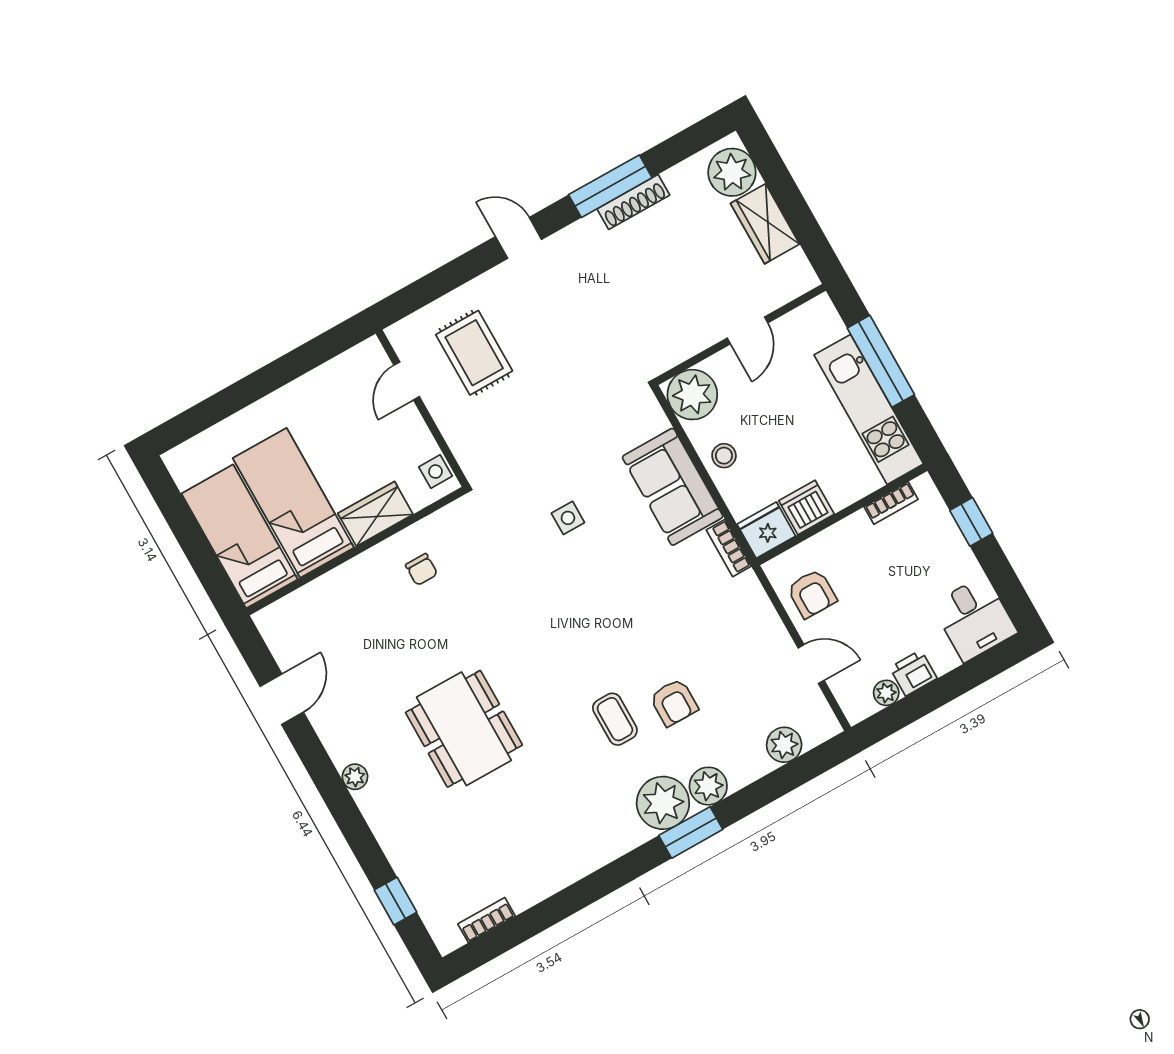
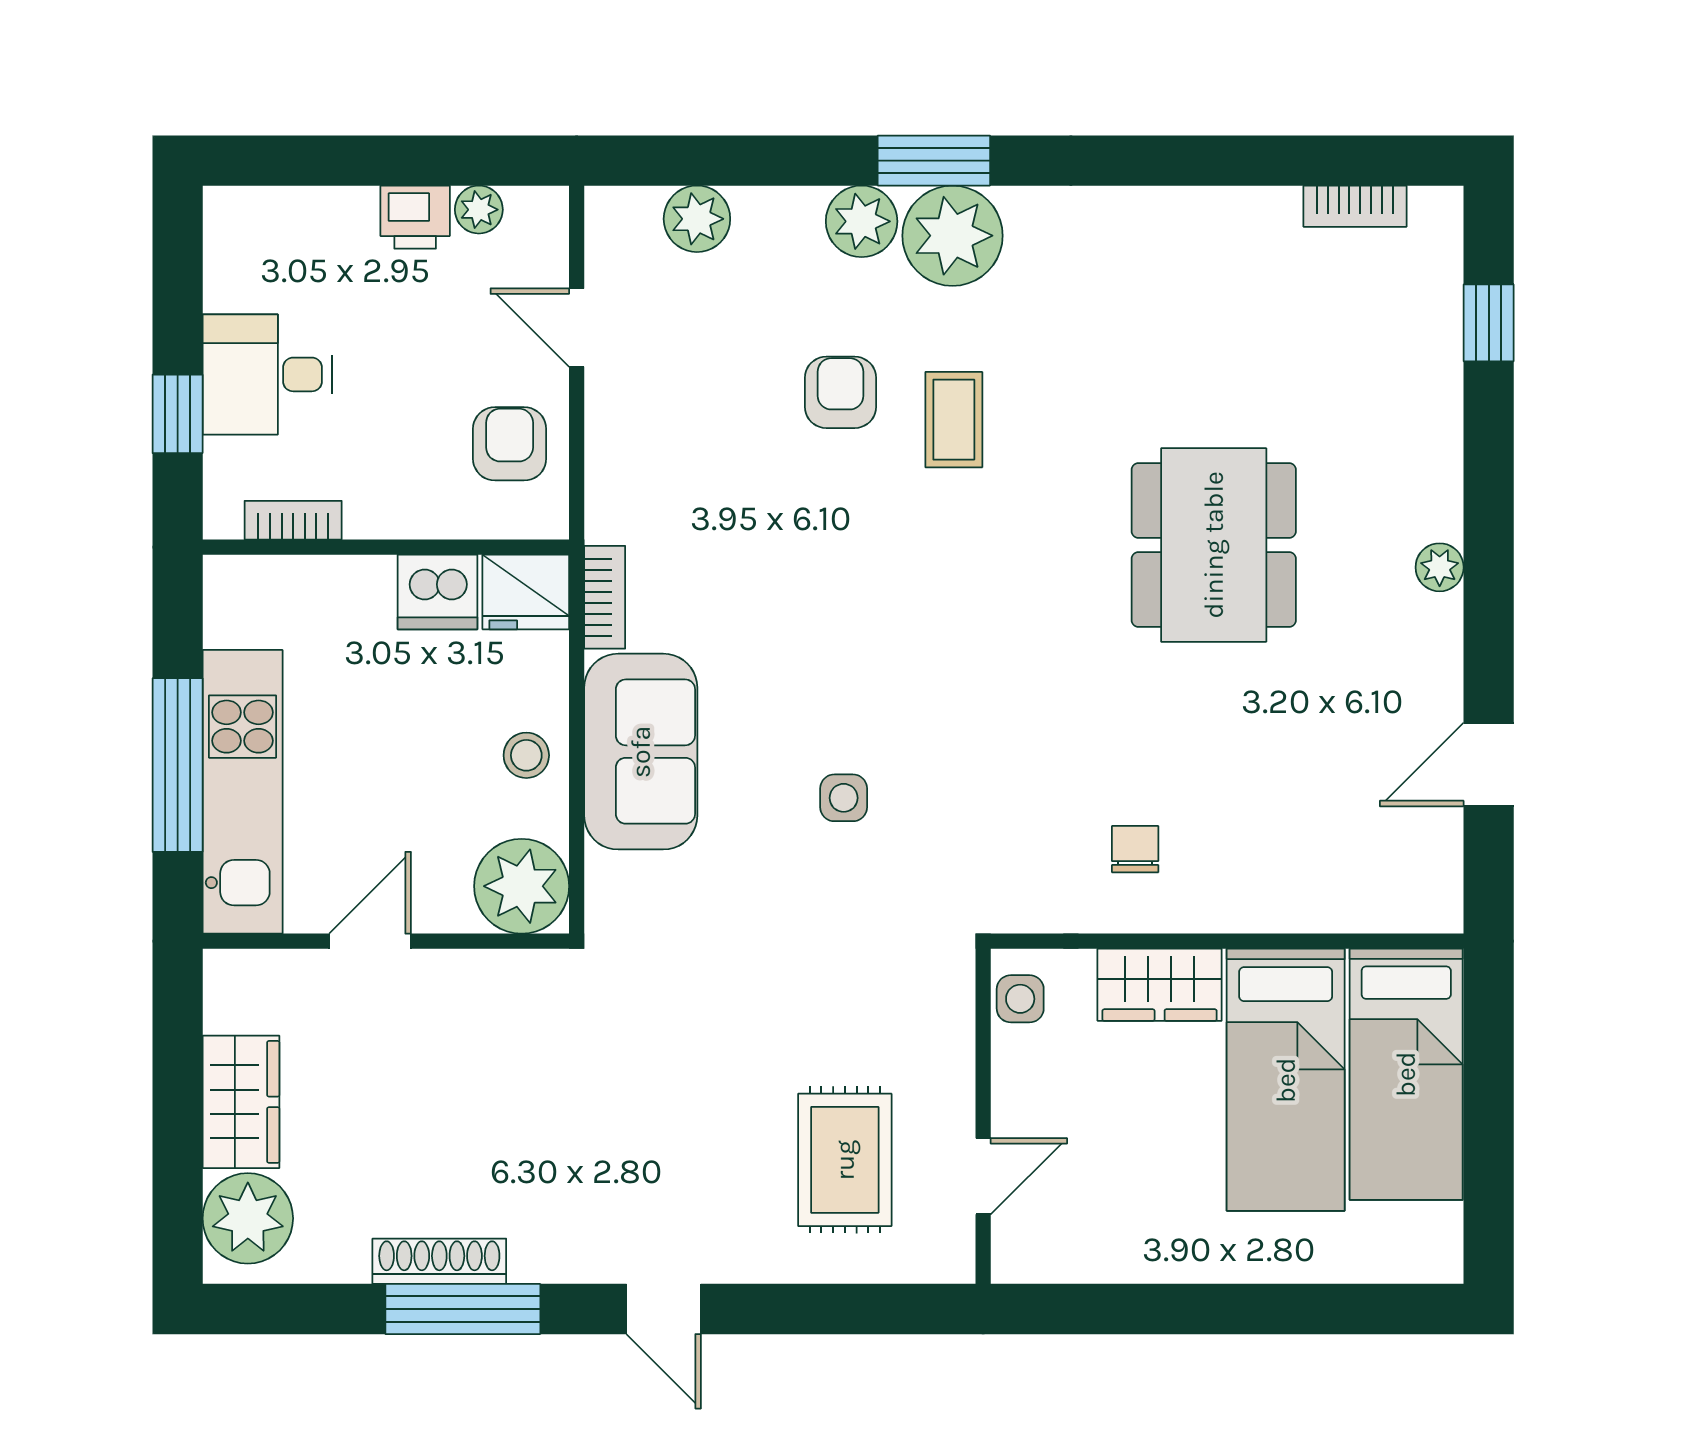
kitchen unit: (869, 409) -> (243, 792), moved
desk: (974, 618) -> (267, 374), moved, turned -90

